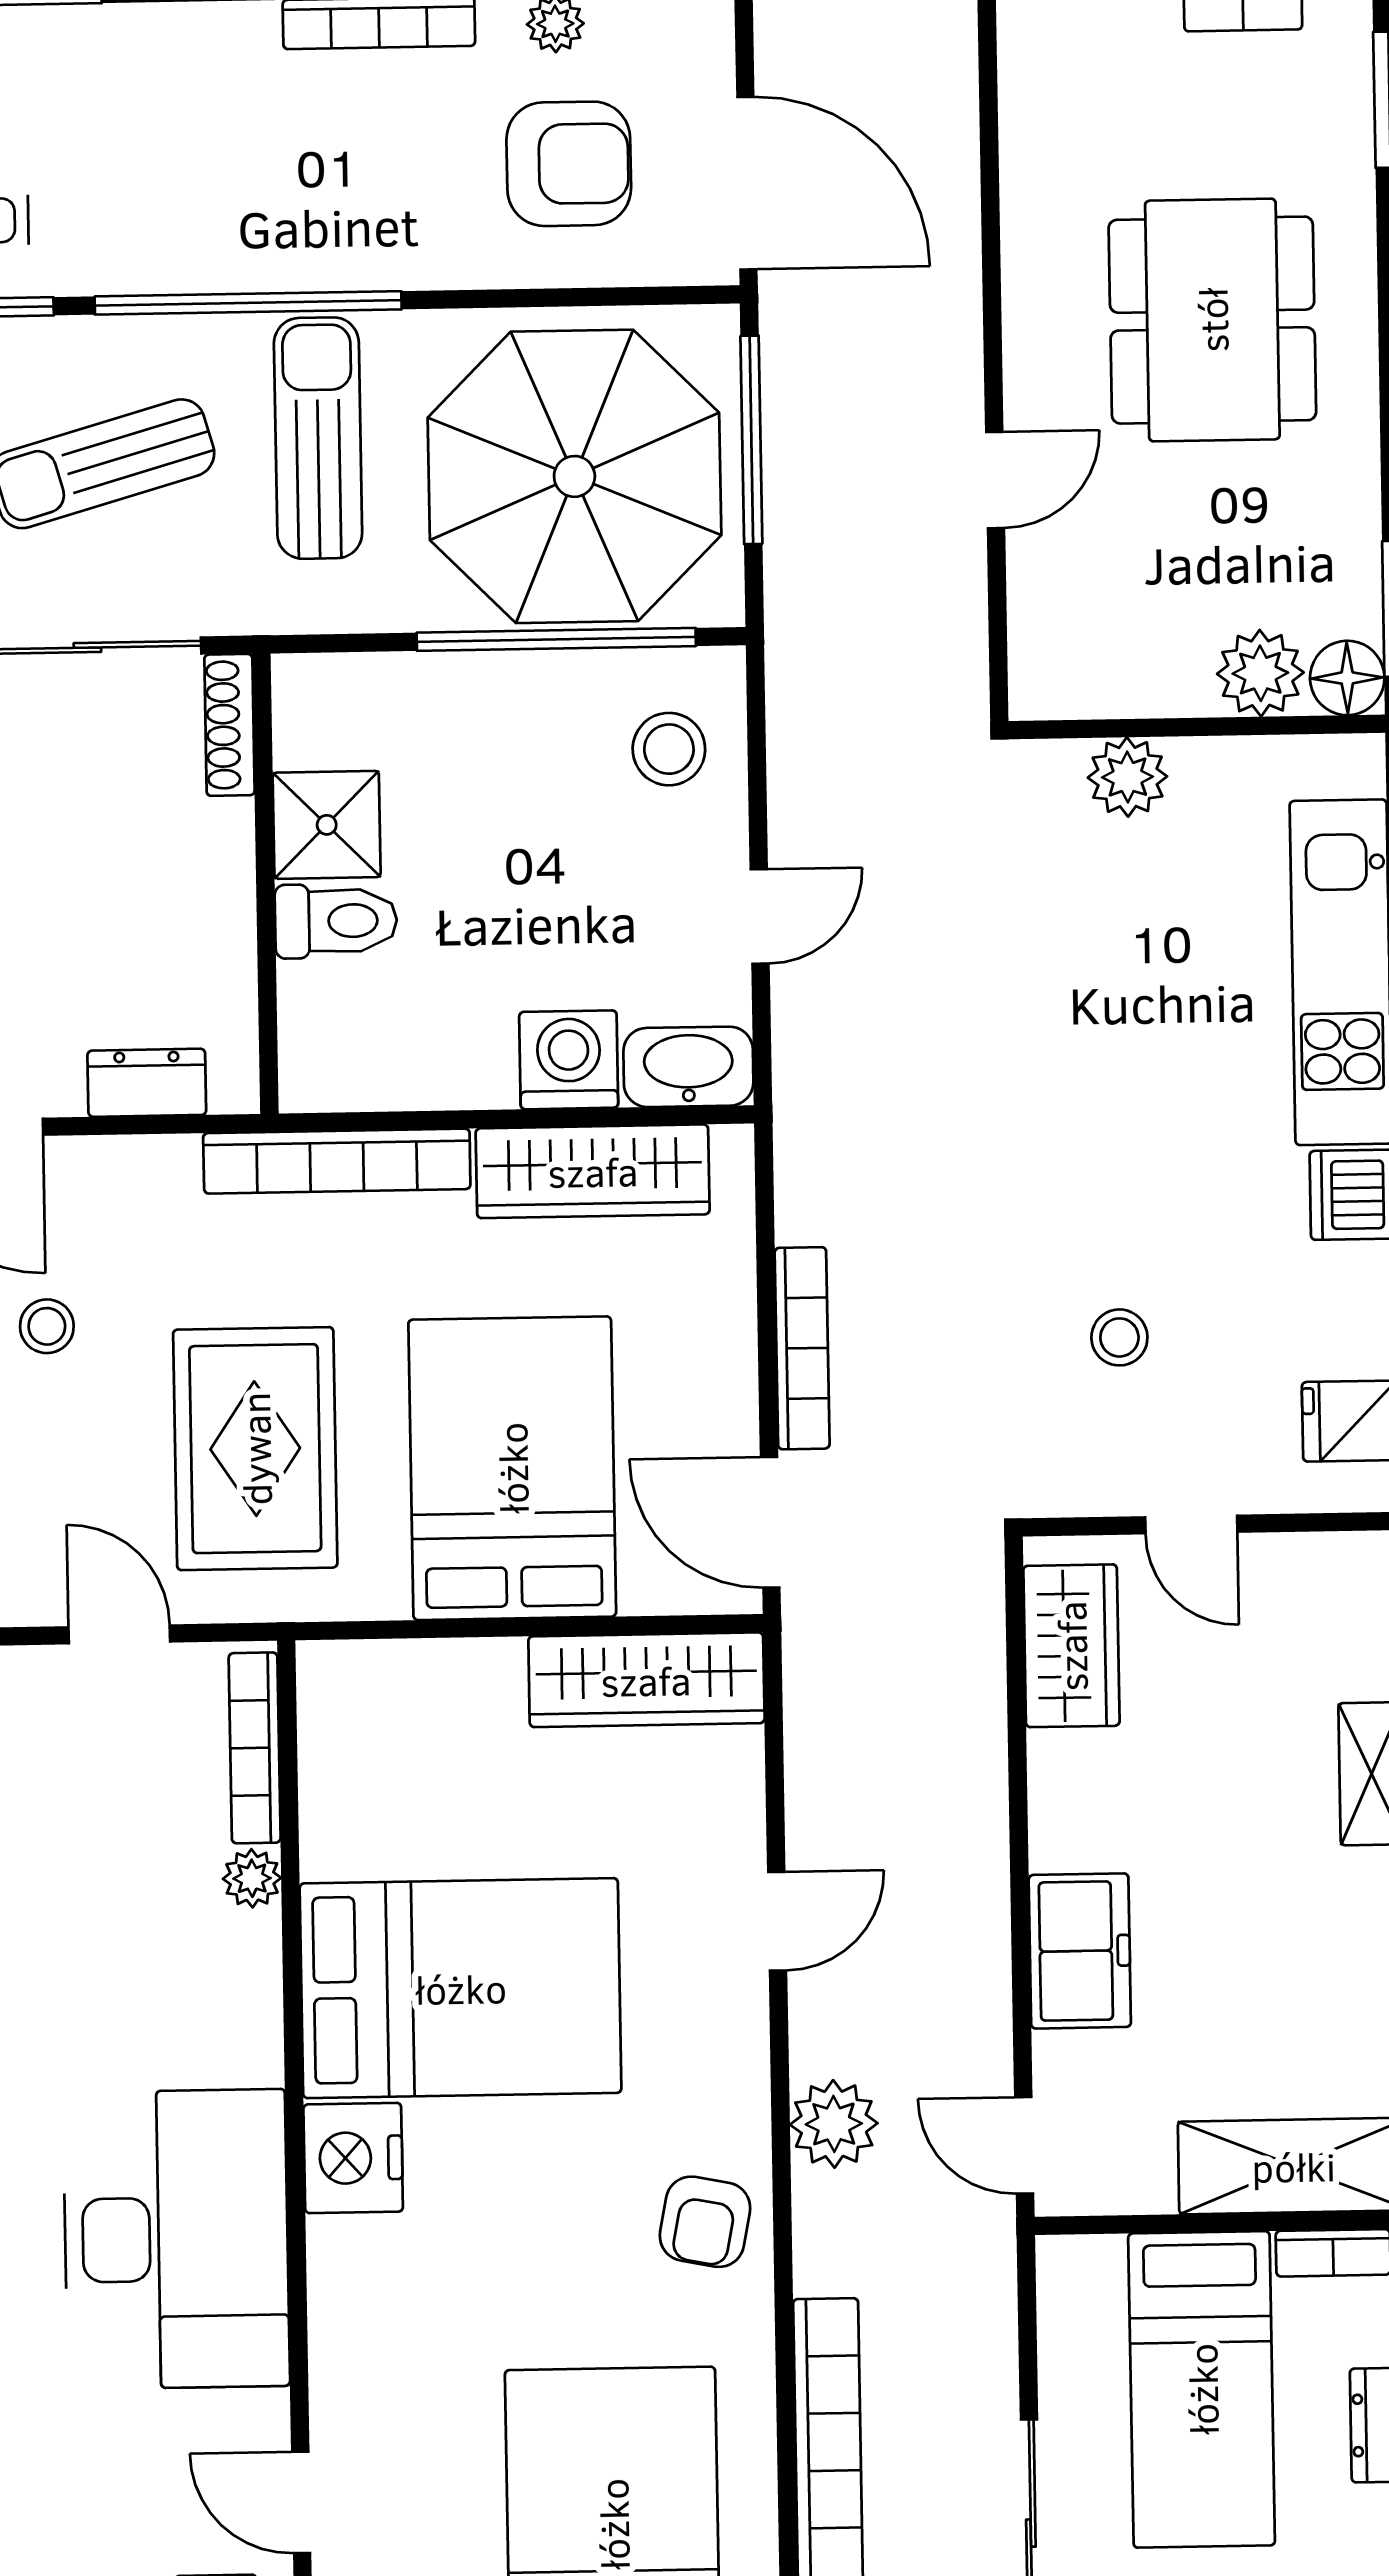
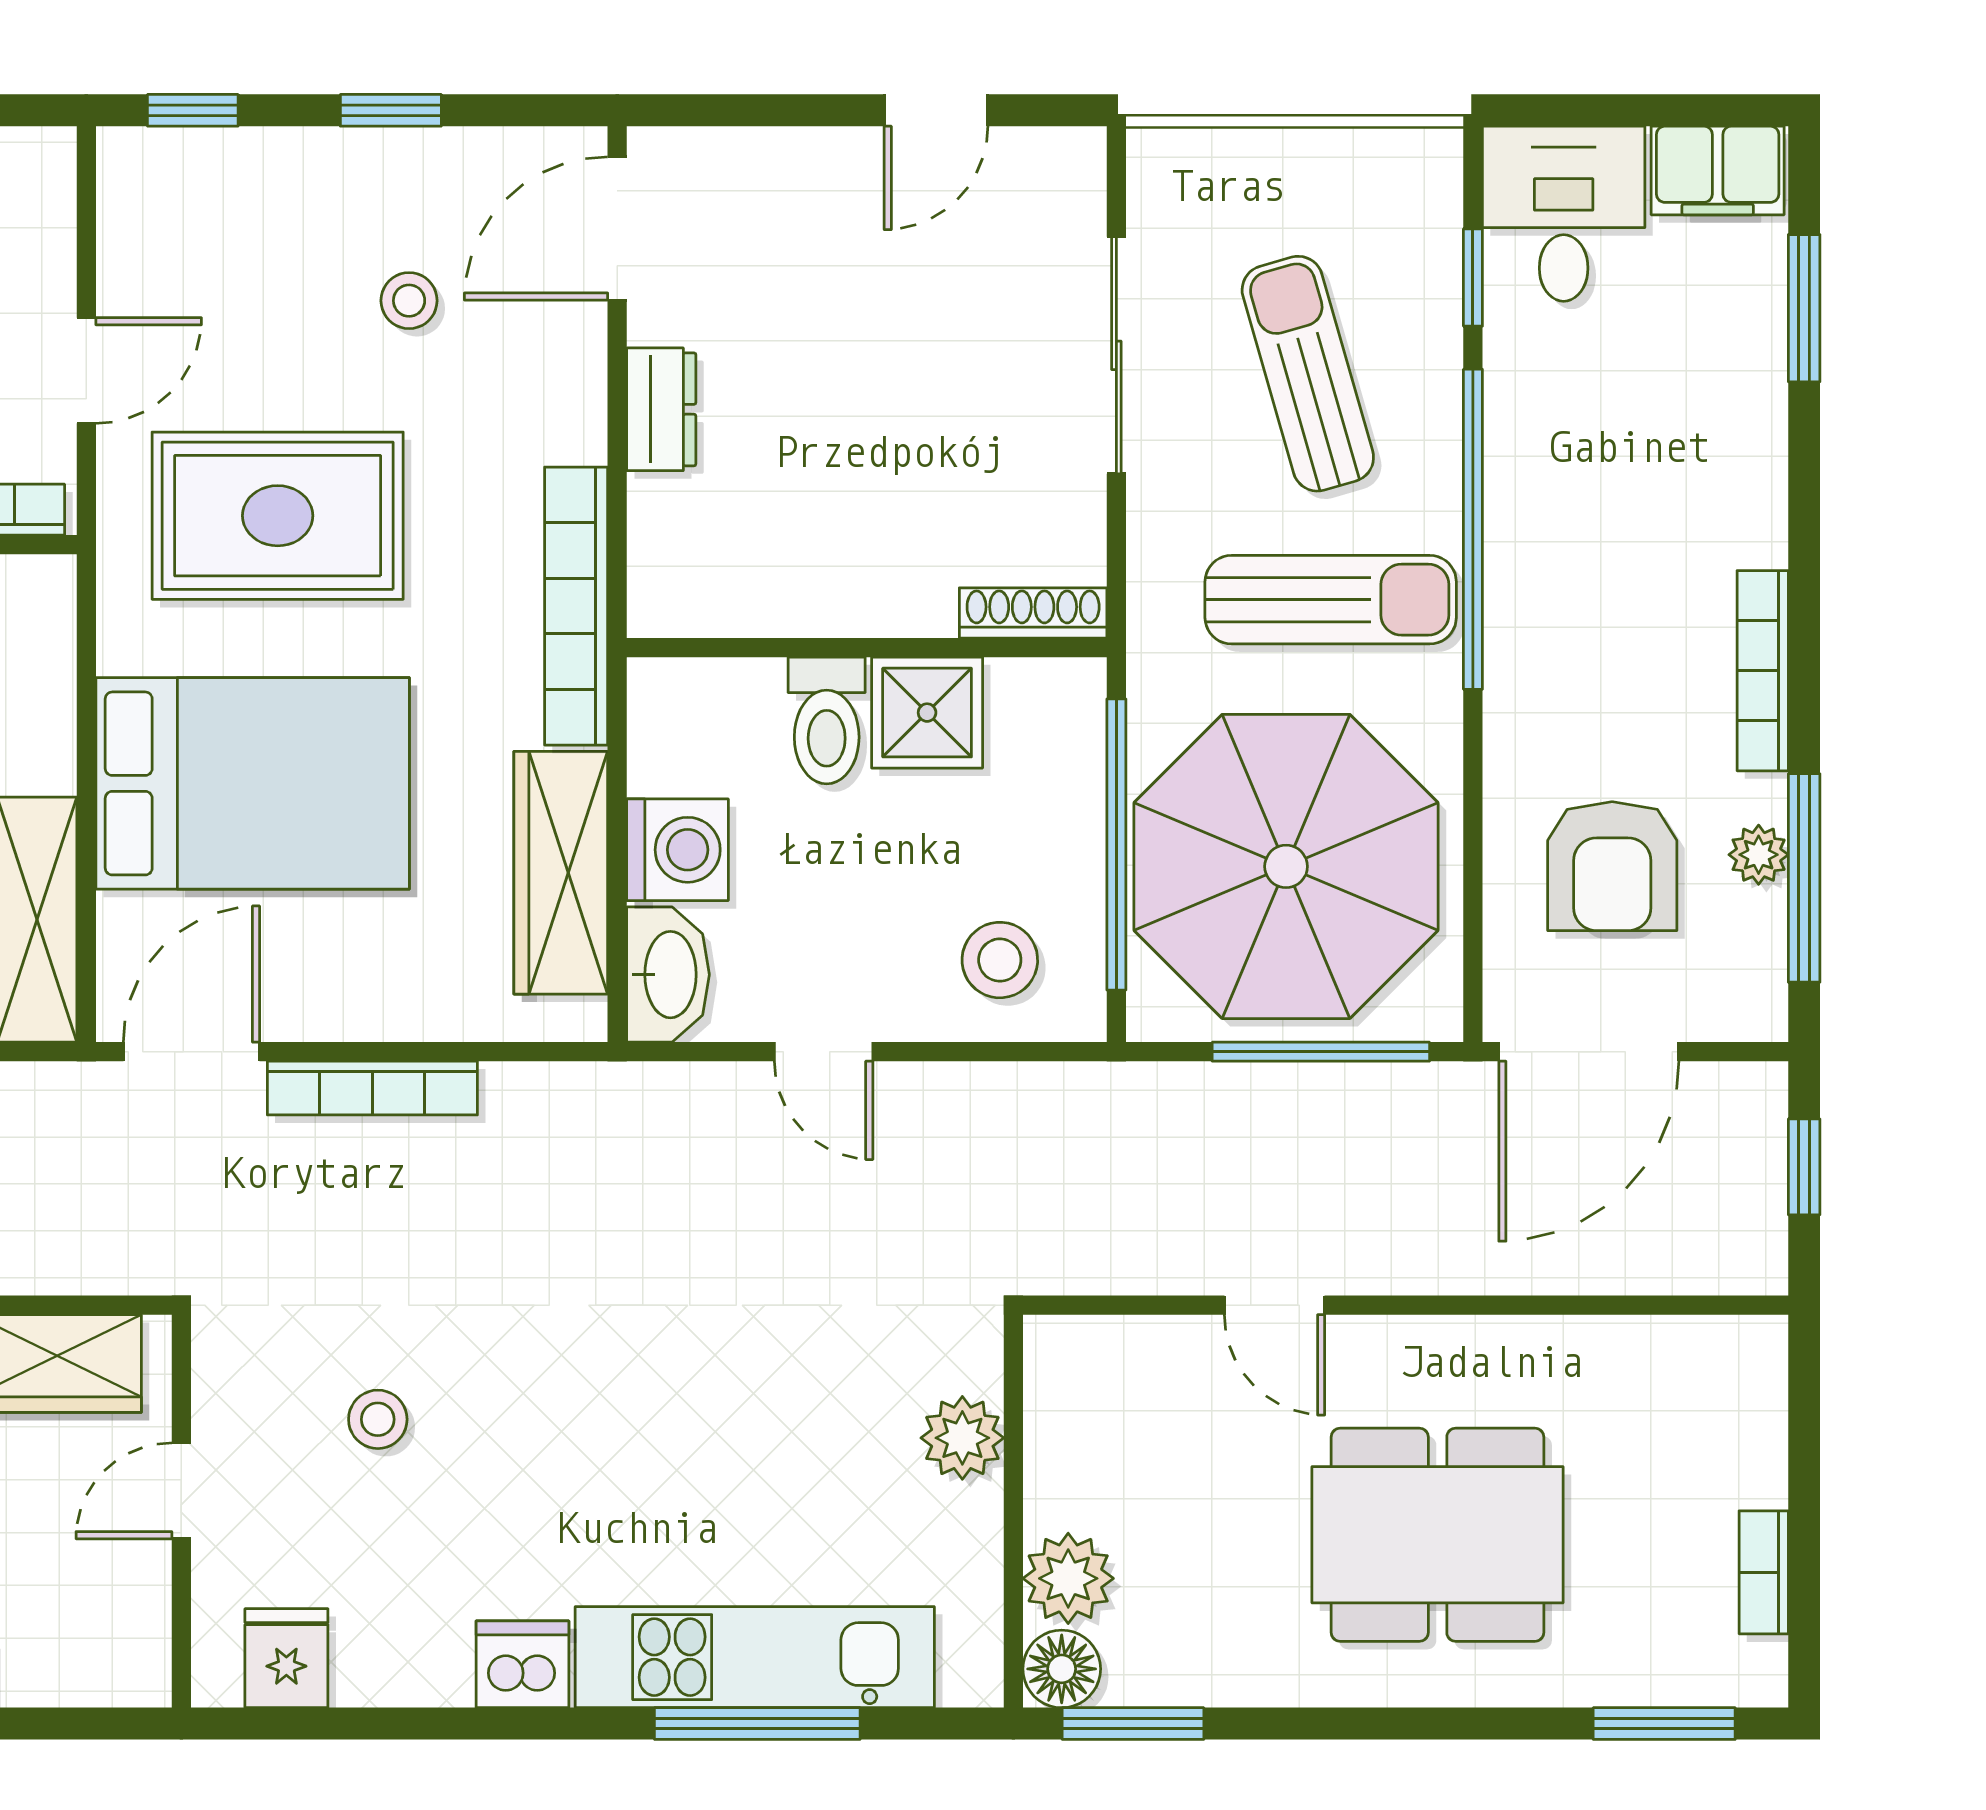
shoe rack: (229, 725) -> (1033, 613), moved
shower: (327, 825) -> (927, 713), moved
wall: (265, 884) -> (867, 648), moved
toilet: (336, 921) -> (827, 721), moved

